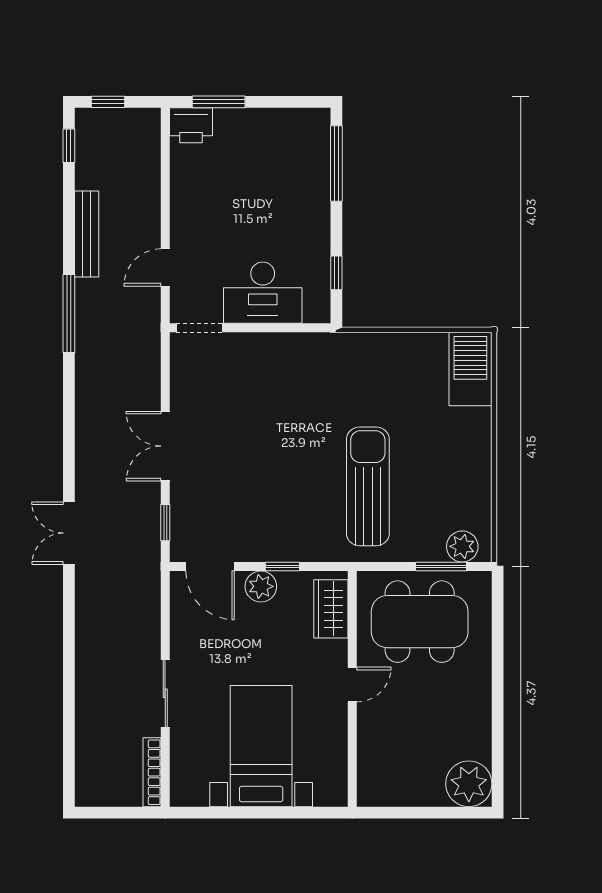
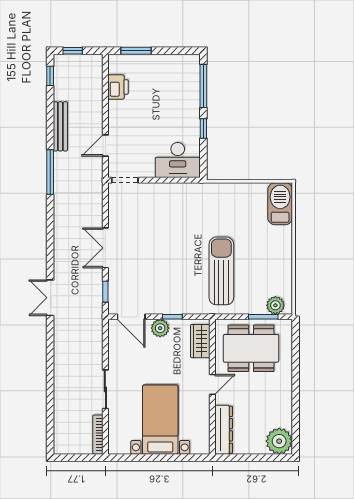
printer: (191, 125) -> (118, 87), moved, turned -90
window: (336, 273) -> (203, 129), moved
desk: (263, 293) -> (178, 160), moved
dresser: (372, 764) -> (224, 430), added

